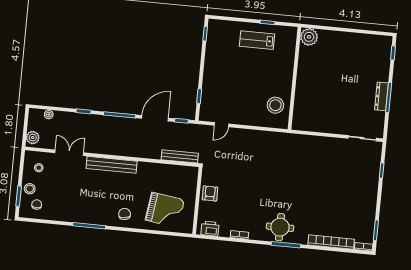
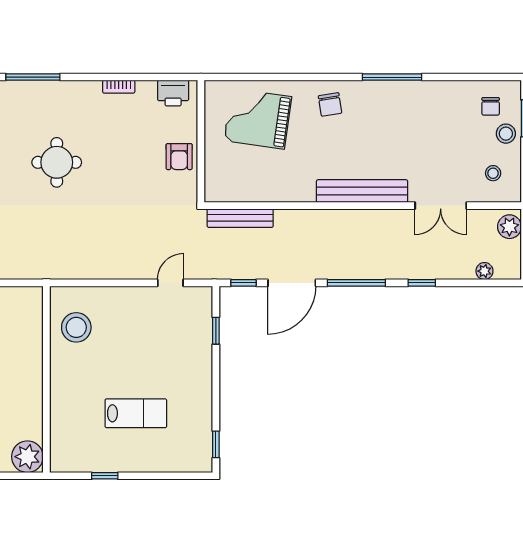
lab bench: (257, 40) -> (136, 413), moved
round table: (280, 227) -> (57, 162), moved

